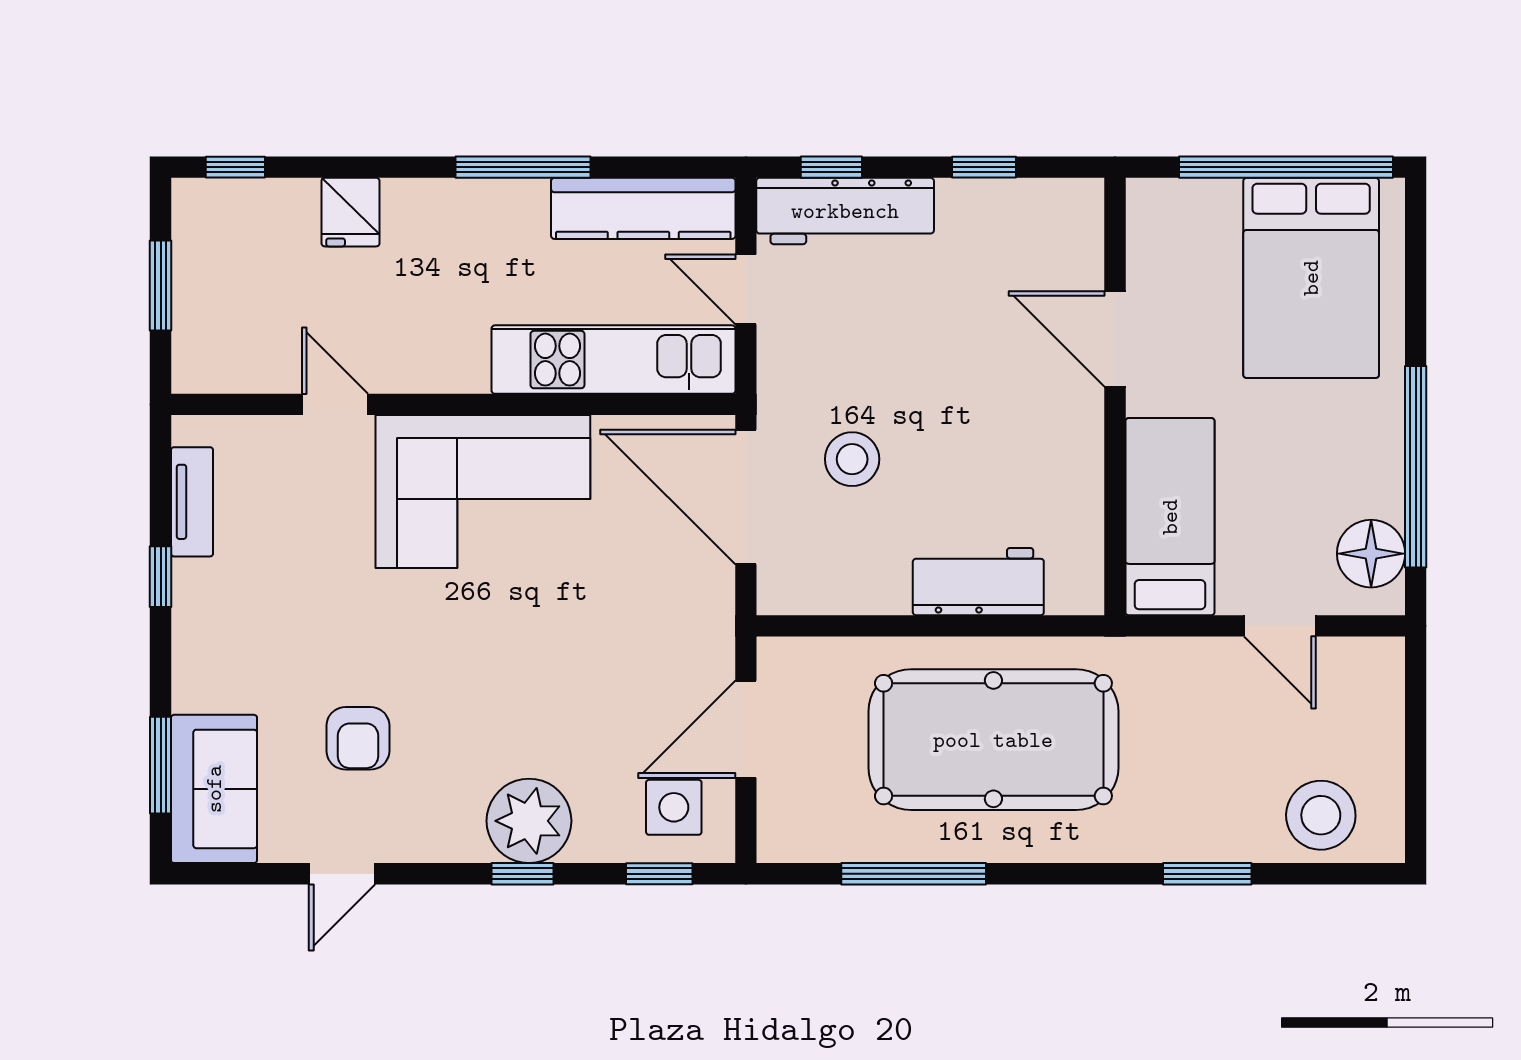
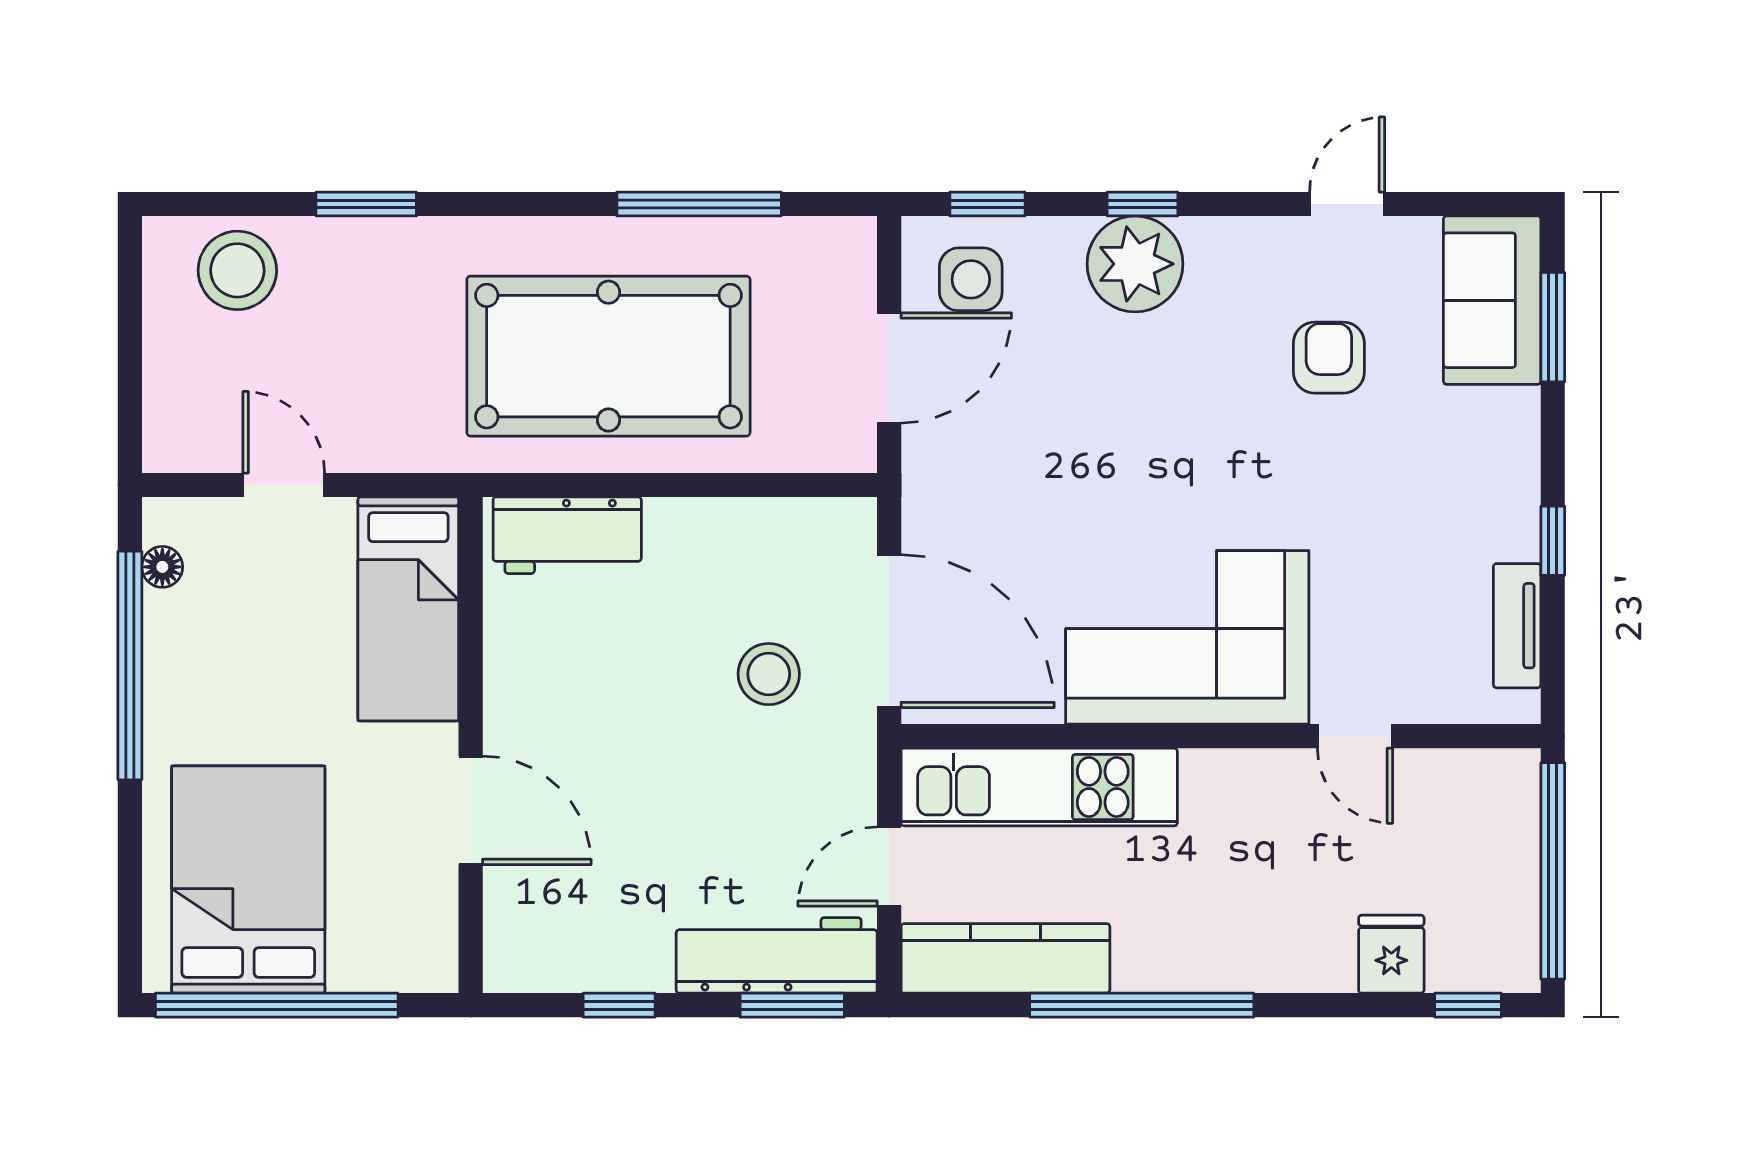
window: (523, 167) -> (1142, 1005), width x1.46
window: (831, 167) -> (792, 1005), width x1.50
fridge: (351, 212) -> (1391, 954), moved
window: (161, 286) -> (1553, 871), width x2.11
door: (746, 289) -> (889, 867), swing flipped
floor lamp: (1371, 554) -> (162, 567), width x0.53, depth x0.53
workbench: (978, 582) -> (567, 535), moved

